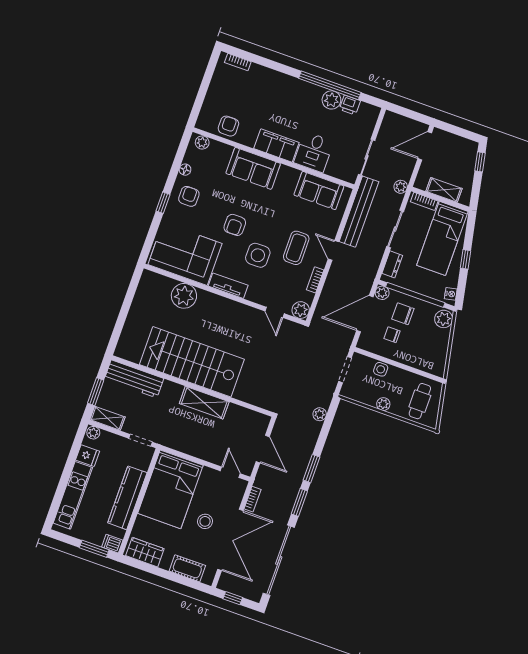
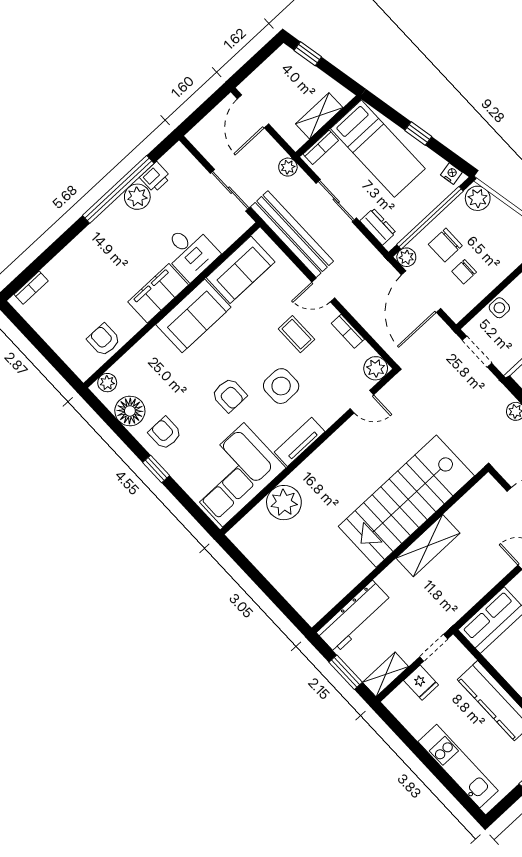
sofa: (253, 168) -> (193, 316), moved
floor lamp: (185, 170) -> (130, 411), width x1.89, depth x1.89
coffee table: (296, 248) -> (296, 334), width x0.73, depth x0.77
stairs: (192, 362) -> (406, 501), moved
plant: (93, 433) -> (394, 701), removed
fridge: (88, 456) -> (421, 683), moved, turned 90

